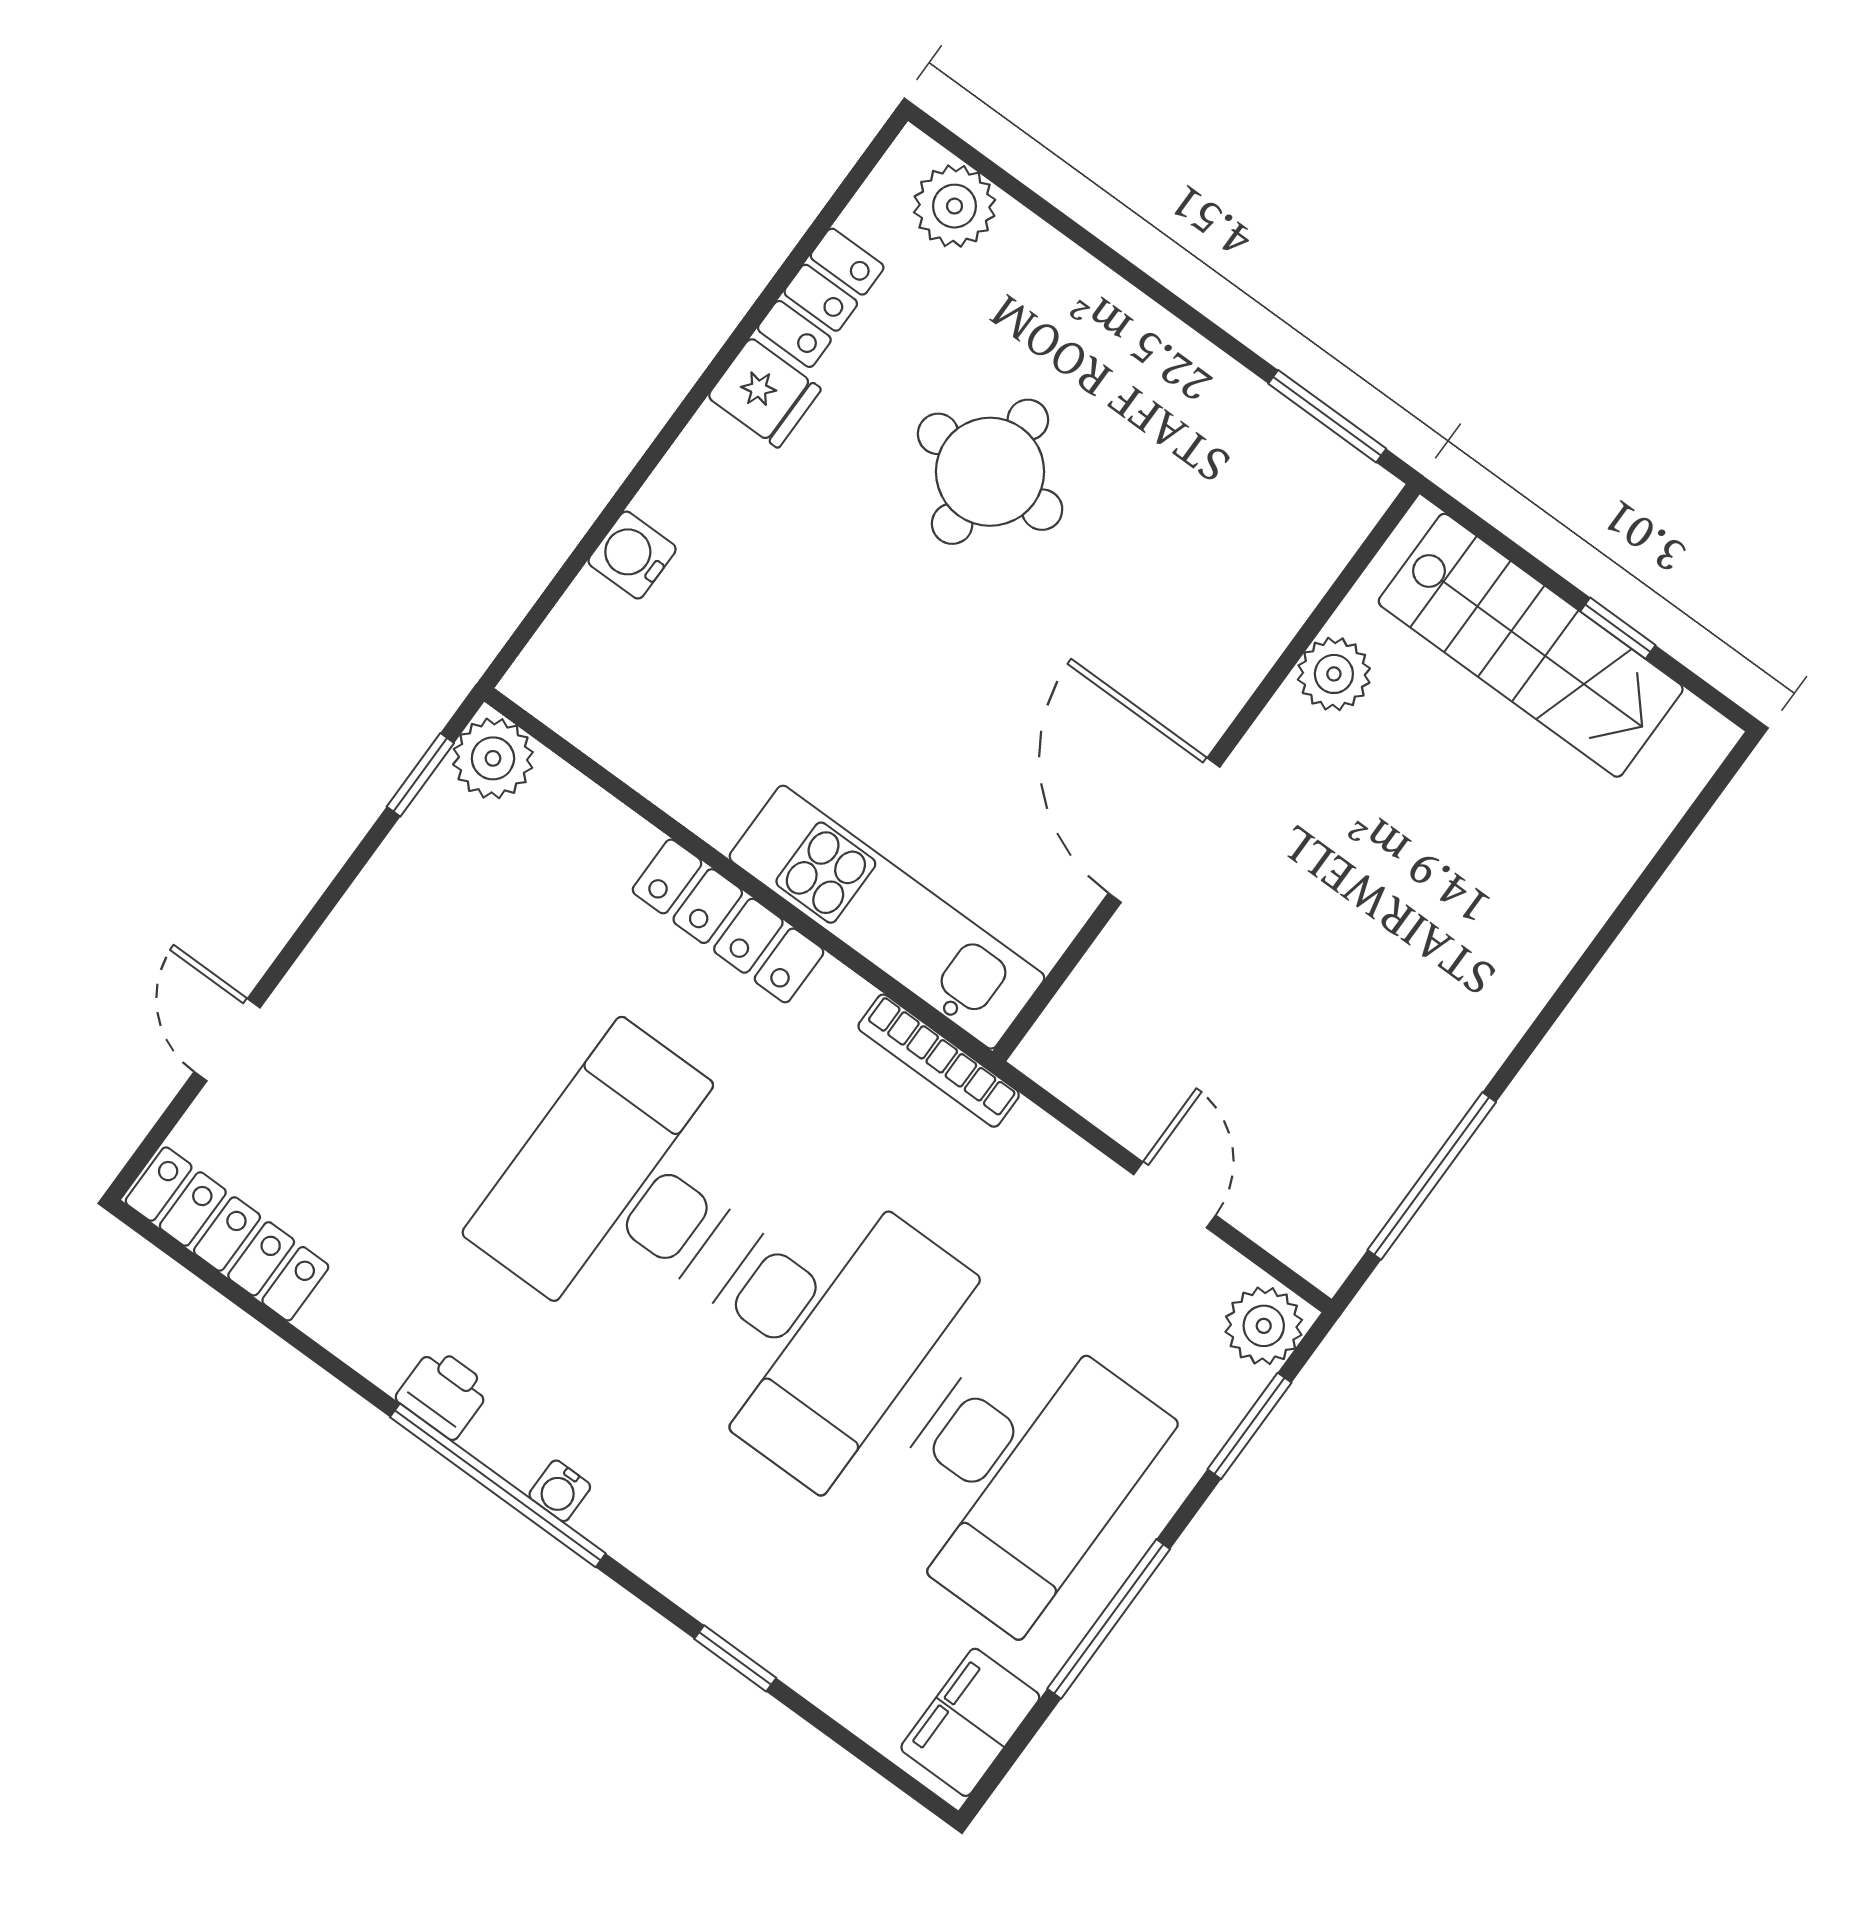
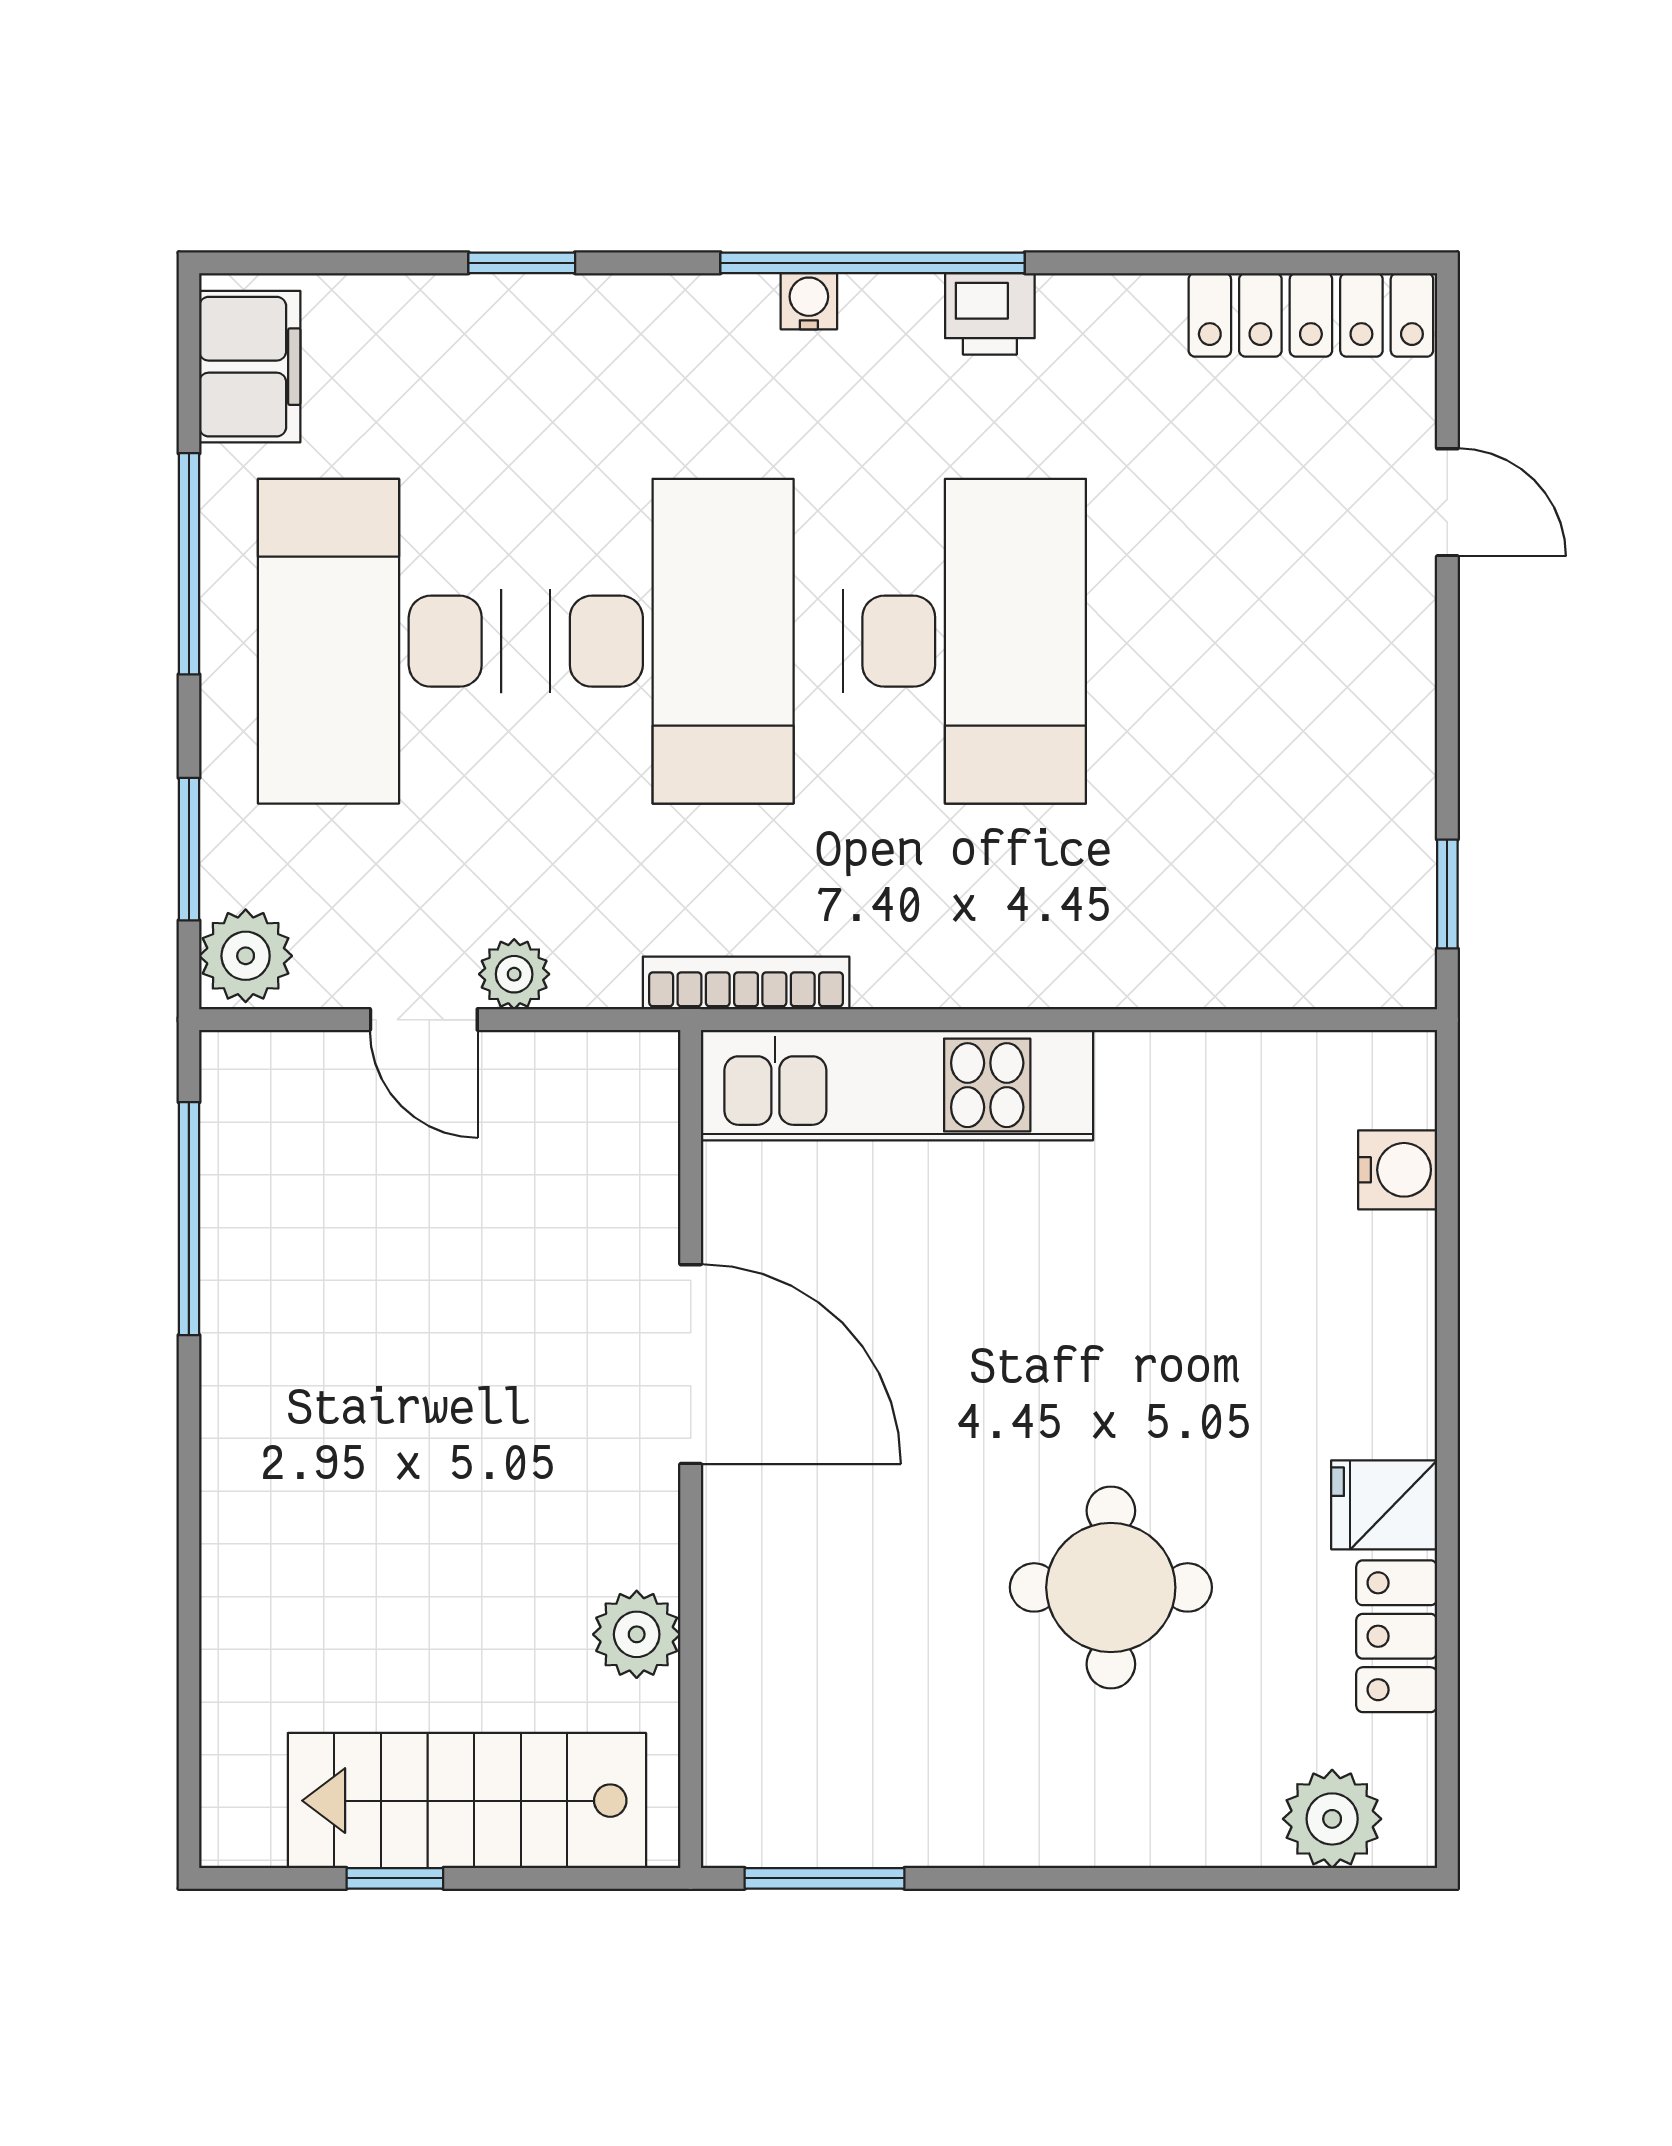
water cooler: (632, 555) -> (1398, 1170), moved
plant: (493, 758) -> (514, 974), moved, width x0.73, depth x0.73
locker: (728, 921) -> (1048, 970), removed
desk: (820, 1328) -> (672, 641), turned 180

